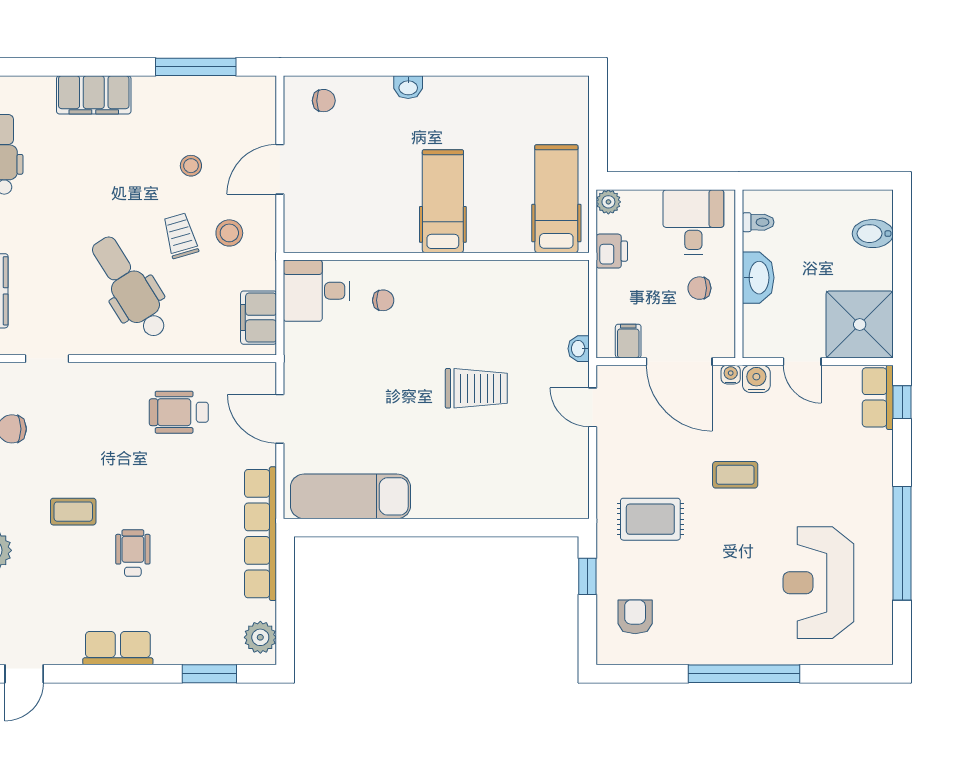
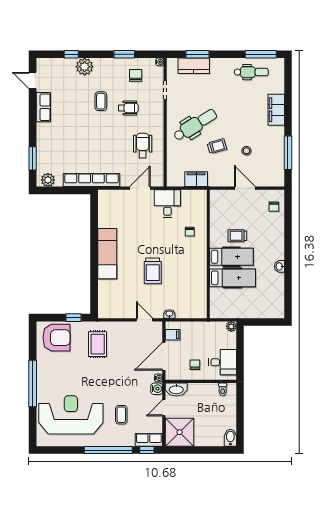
washbasin: (408, 87) -> (279, 266), moved
trolley: (393, 187) -> (237, 236), added
hospital bed: (556, 199) -> (233, 278), moved
stool: (229, 233) -> (218, 167), removed
bidet: (873, 234) -> (230, 438), moved
printer: (612, 251) -> (210, 328), removed
washbasin: (758, 278) -> (176, 389), moved
desk: (317, 291) -> (167, 204), moved
filing cabinet: (259, 318) -> (196, 179), moved
door: (593, 407) -> (145, 320), hinge flipped
coffee table: (735, 475) -> (121, 415), moved
exam couch: (350, 496) -> (107, 254), moved
window: (902, 543) -> (108, 450), moved
wheelchair: (133, 553) -> (128, 108), moved
reception desk: (818, 583) -> (71, 415), width x1.36, depth x1.30
armchair: (635, 617) -> (57, 338), width x1.88, depth x1.88
row of seats: (118, 648) -> (43, 107), moved

